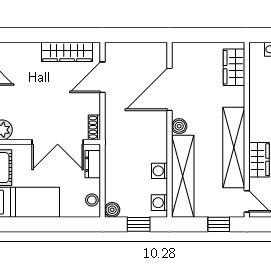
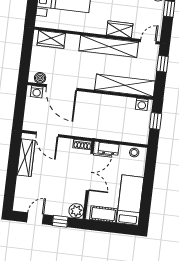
boiler: (179, 126) -> (40, 78), moved
washing machine: (159, 171) -> (37, 92), moved
boiler: (112, 210) -> (143, 139), removed

